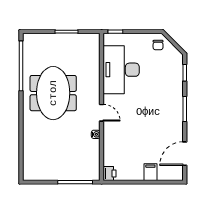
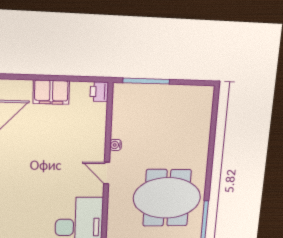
meeting table: (53, 93) -> (167, 198), turned 90
filing cabinet: (150, 172) -> (51, 92), width x2.00

